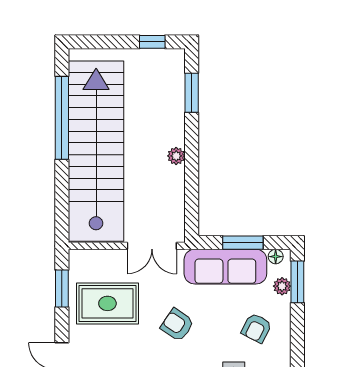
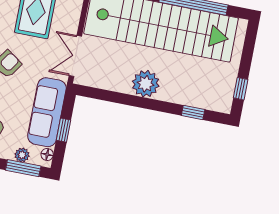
window: (192, 93) -> (193, 112), width x0.67
plant: (176, 156) -> (146, 84), width x1.88, depth x1.88
window: (243, 243) -> (64, 130), width x0.67

